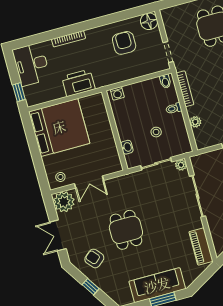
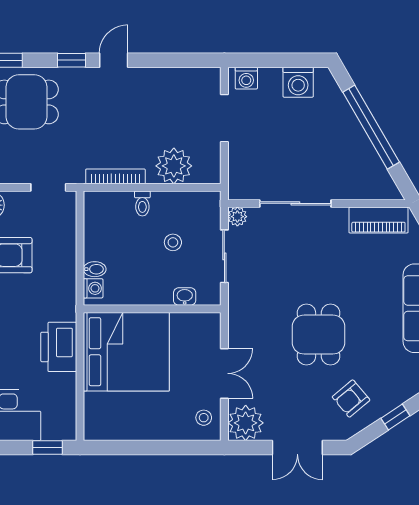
bidet: (165, 81) -> (95, 269), moved
plant: (195, 122) -> (174, 166), width x1.87, depth x1.87
bed: (59, 127) -> (126, 352), moved, turned 90
dining table: (126, 230) -> (318, 335), turned 90

